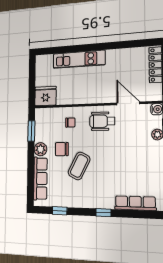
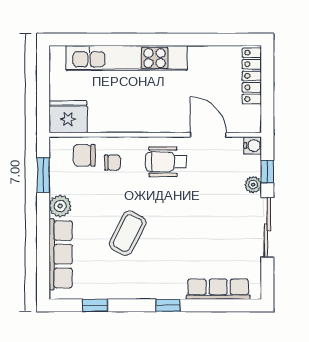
kitchen unit: (79, 59) -> (127, 58), width x1.36
chair: (62, 149) -> (84, 155), moved

